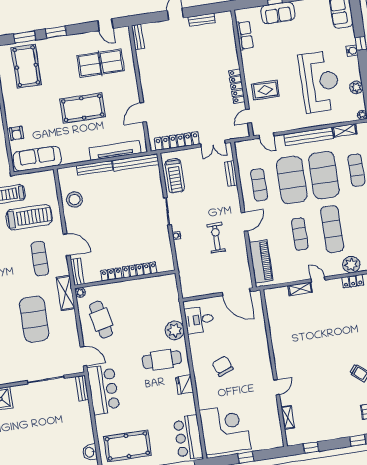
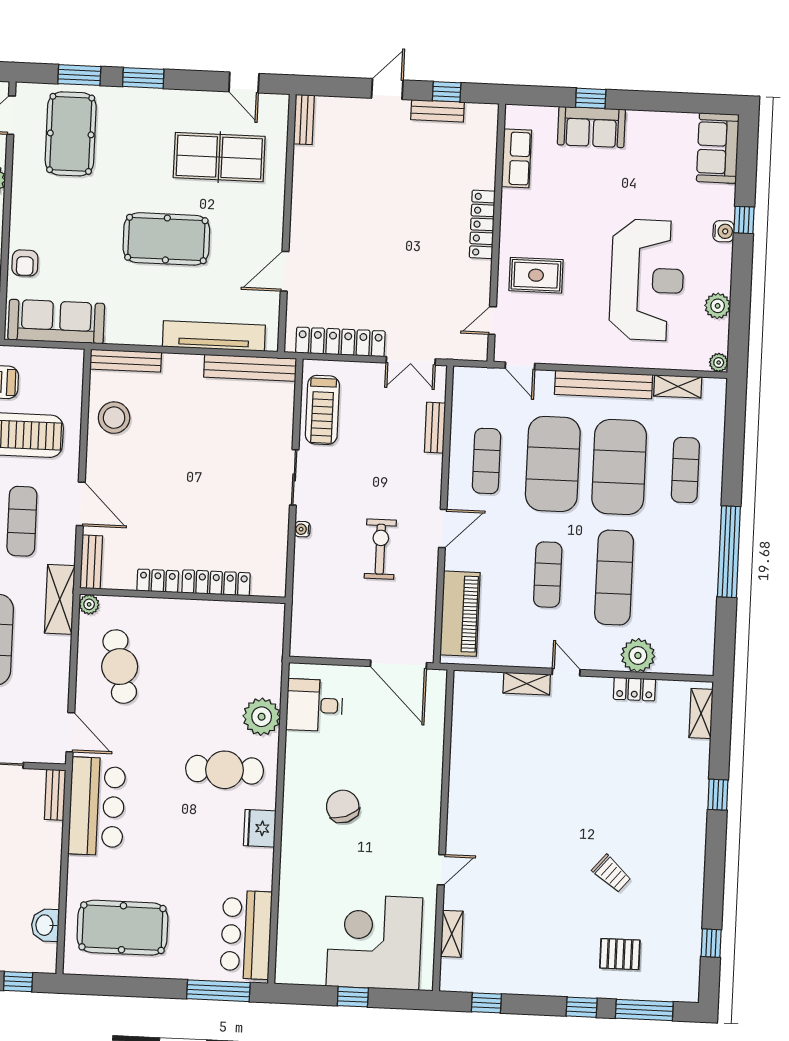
window: (204, 10) -> (447, 92), added
locker: (237, 86) -> (482, 224), moved
bench: (95, 168) -> (126, 361), moved
corner desk: (225, 430) -> (374, 942), moved, turned -90

